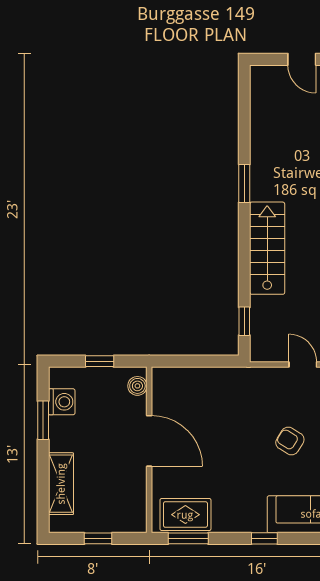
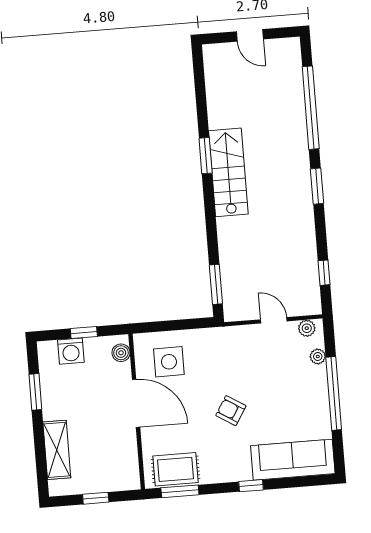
stairs: (267, 248) -> (228, 172), moved
window: (244, 321) -> (216, 284), width x1.50
side table: (188, 400) -> (169, 362), added
washing machine: (62, 402) -> (71, 351), moved, turned 90
armchair: (290, 441) -> (231, 411), moved

